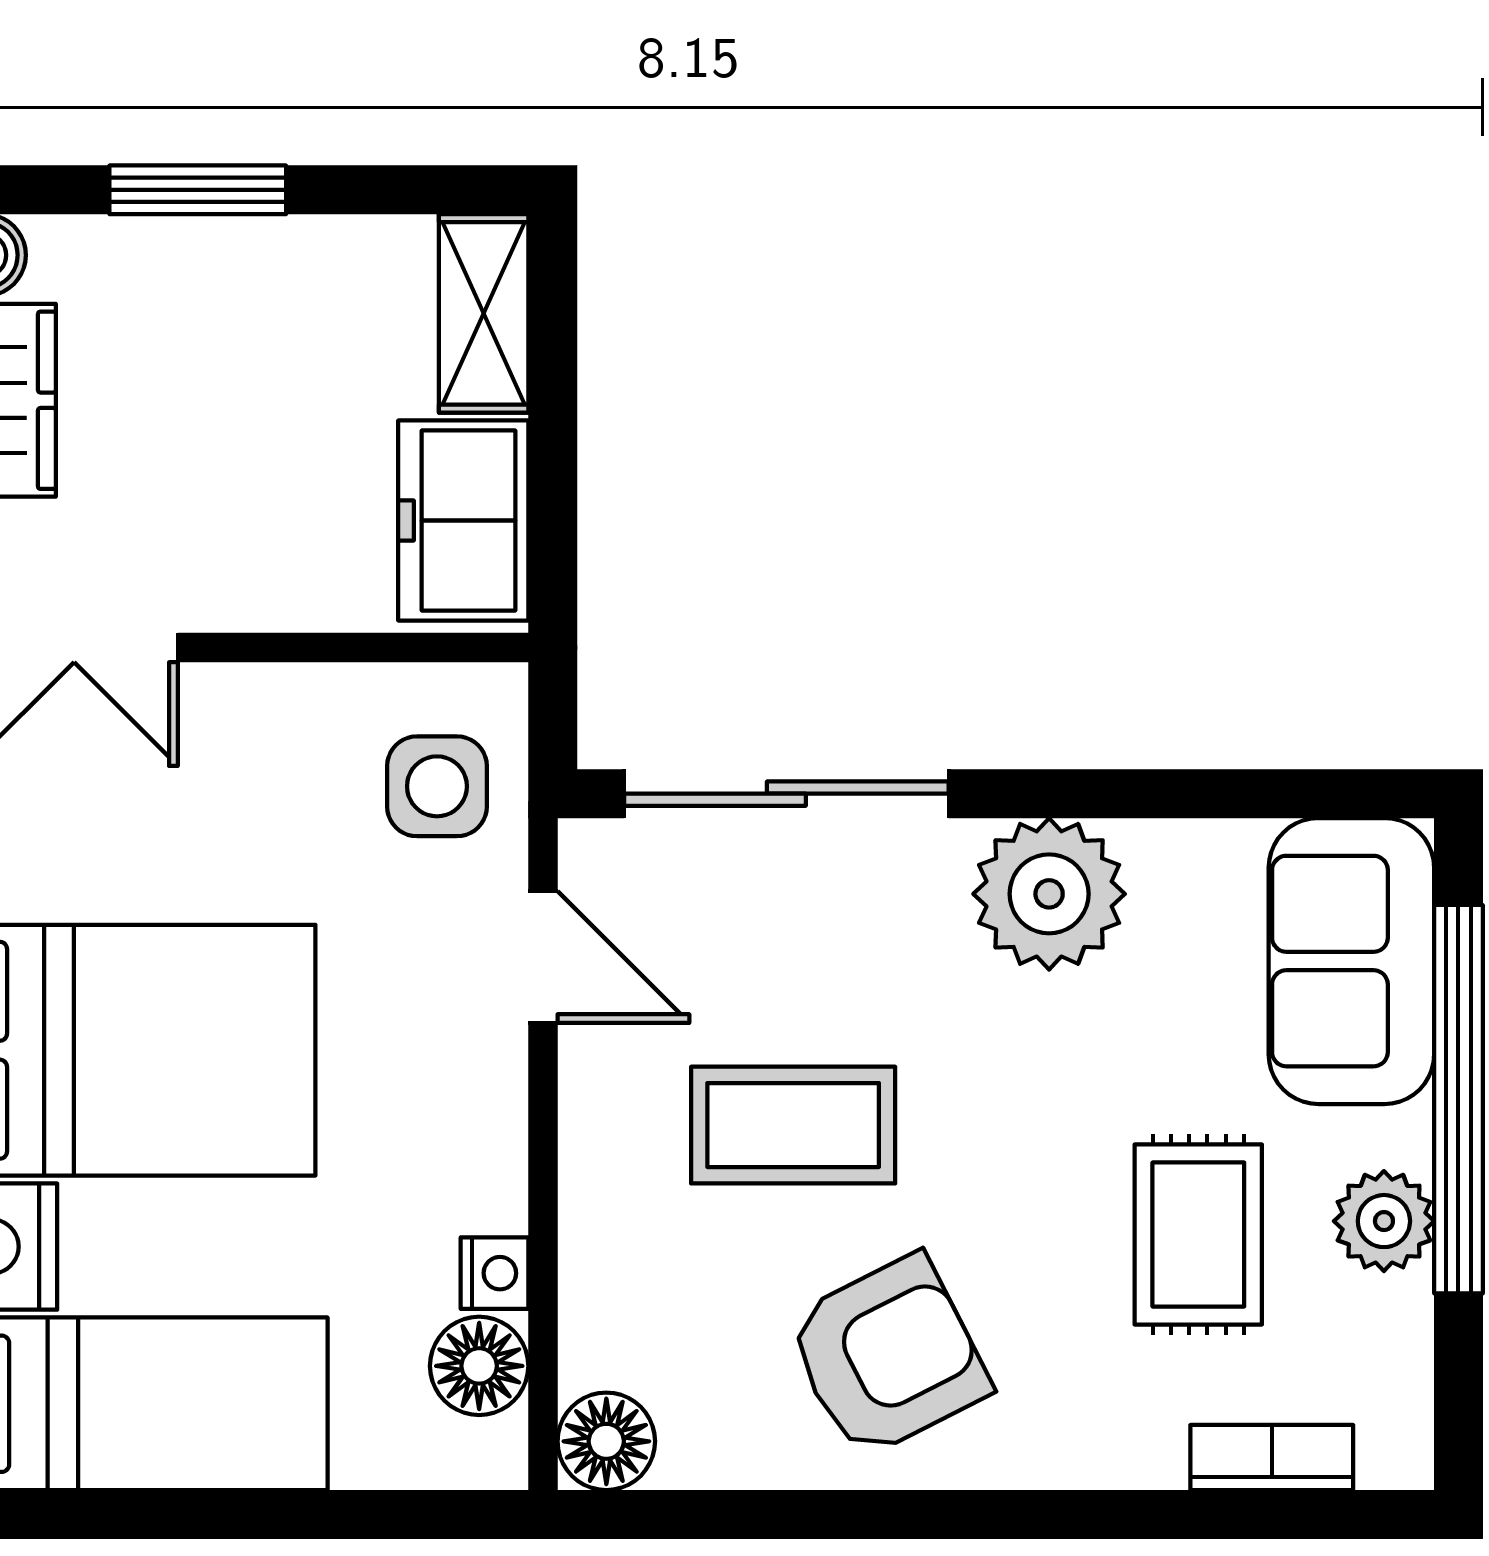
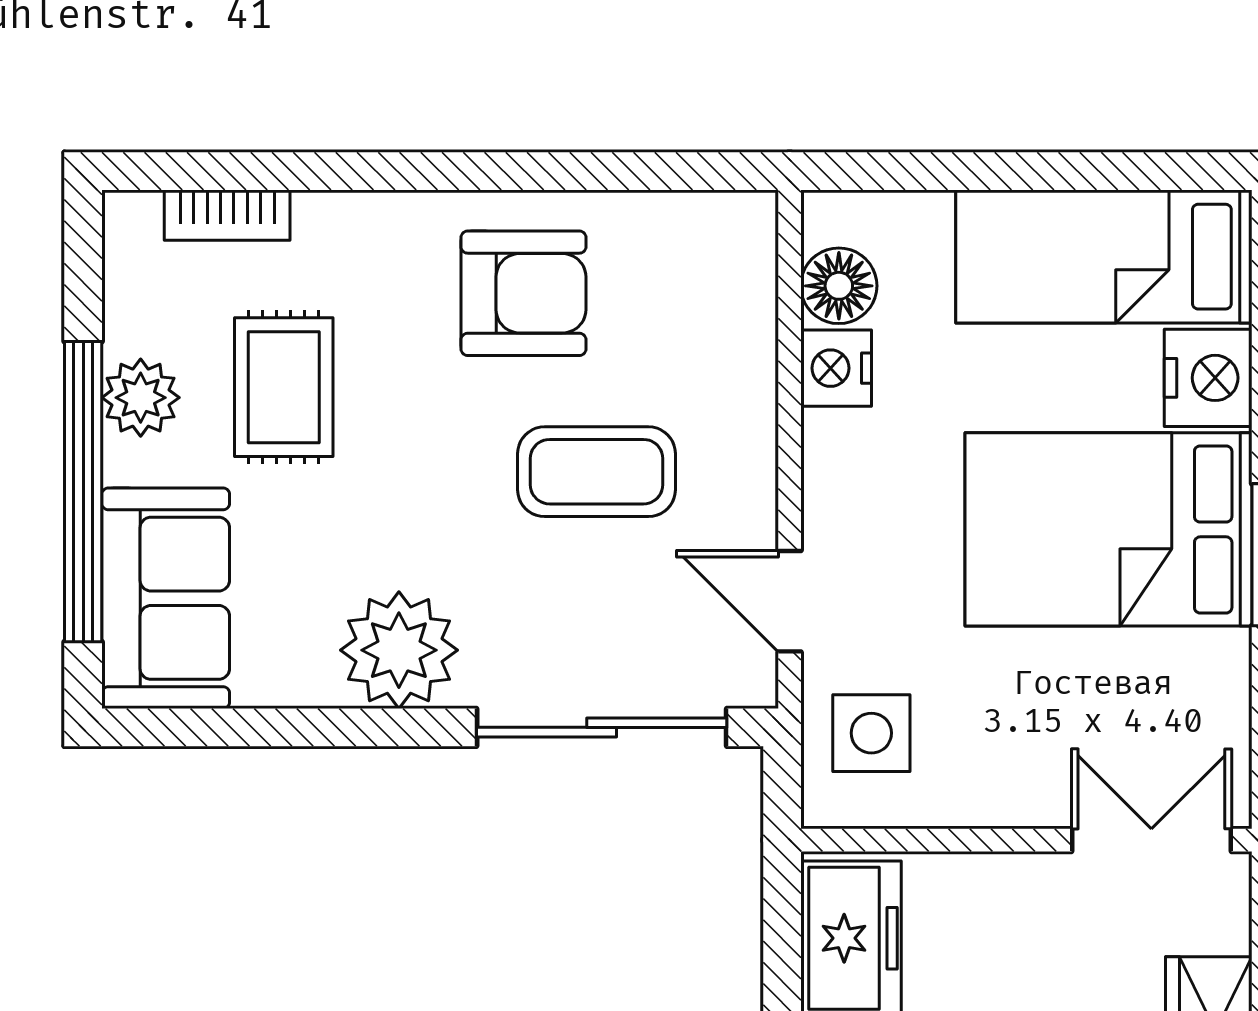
nightstand: (495, 1273) -> (836, 368), width x1.39, depth x1.35
armchair: (888, 1356) -> (524, 293), turned -153
floor lamp: (606, 1441) -> (741, 228), removed

